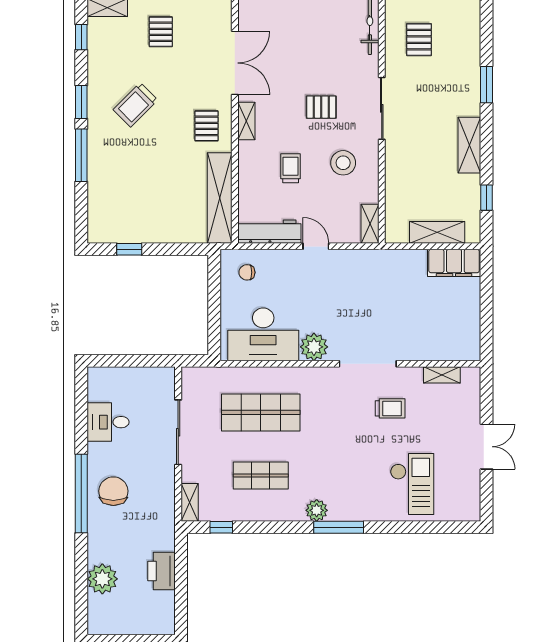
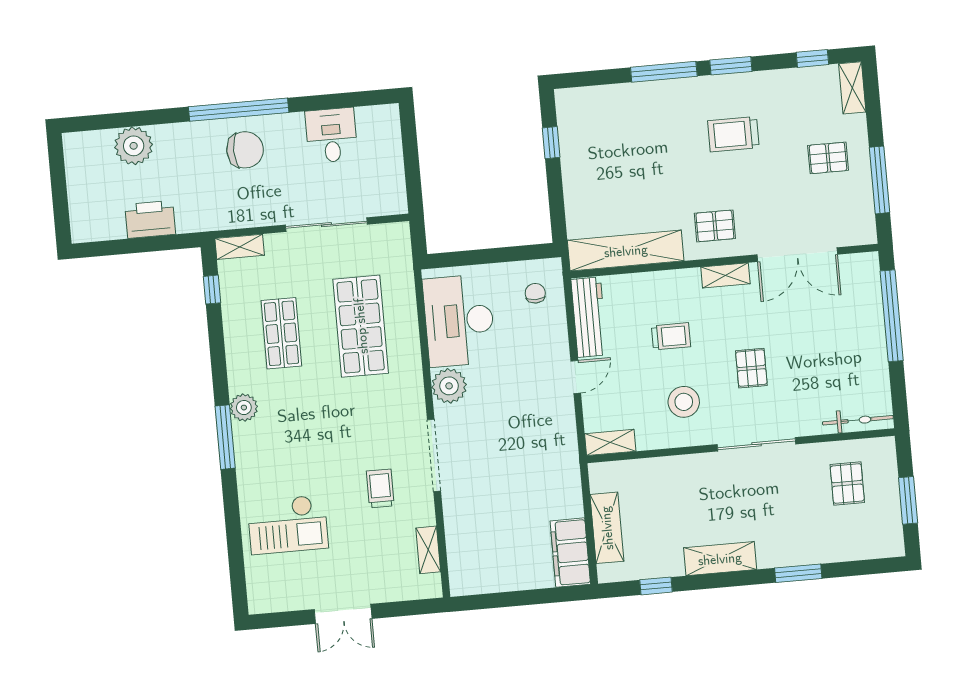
pallet: (419, 40) -> (847, 483), turned 90
trolley: (135, 105) -> (733, 134), turned -45
trolley: (390, 408) -> (380, 488), turned 180

